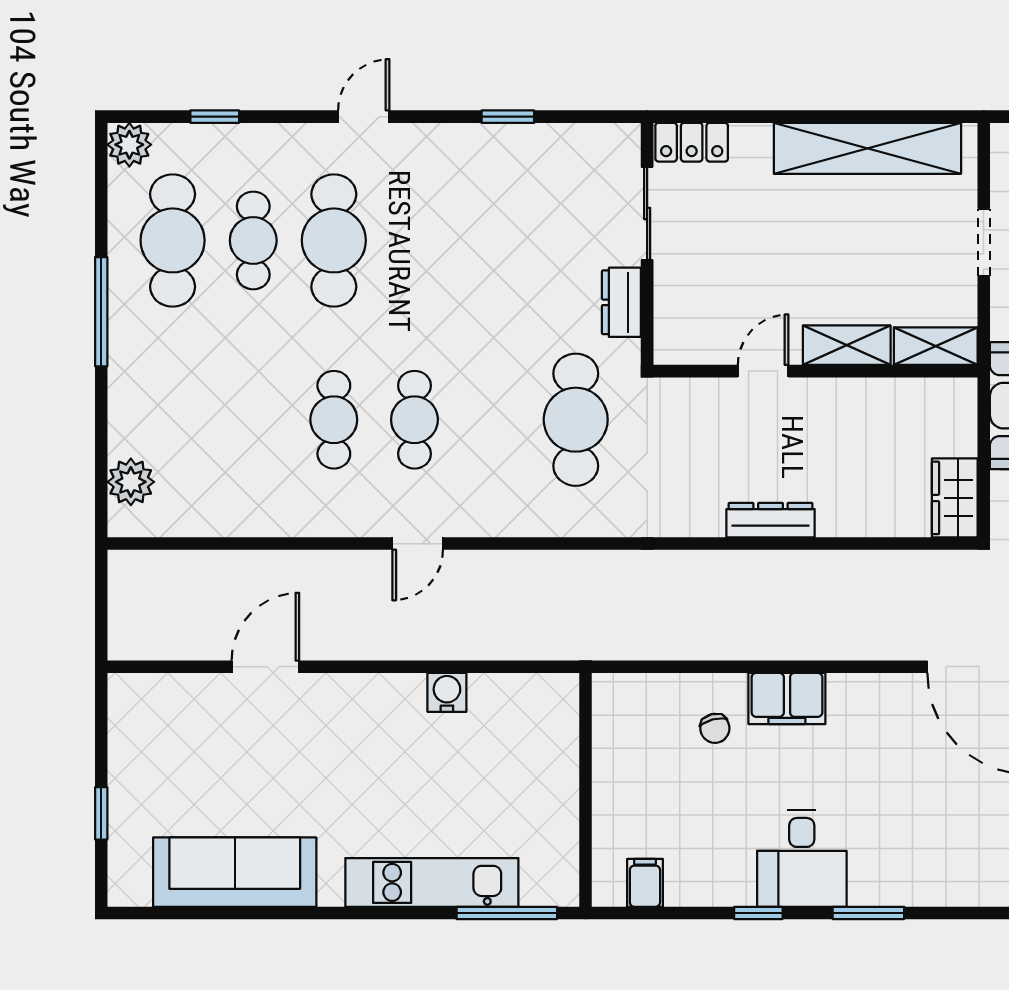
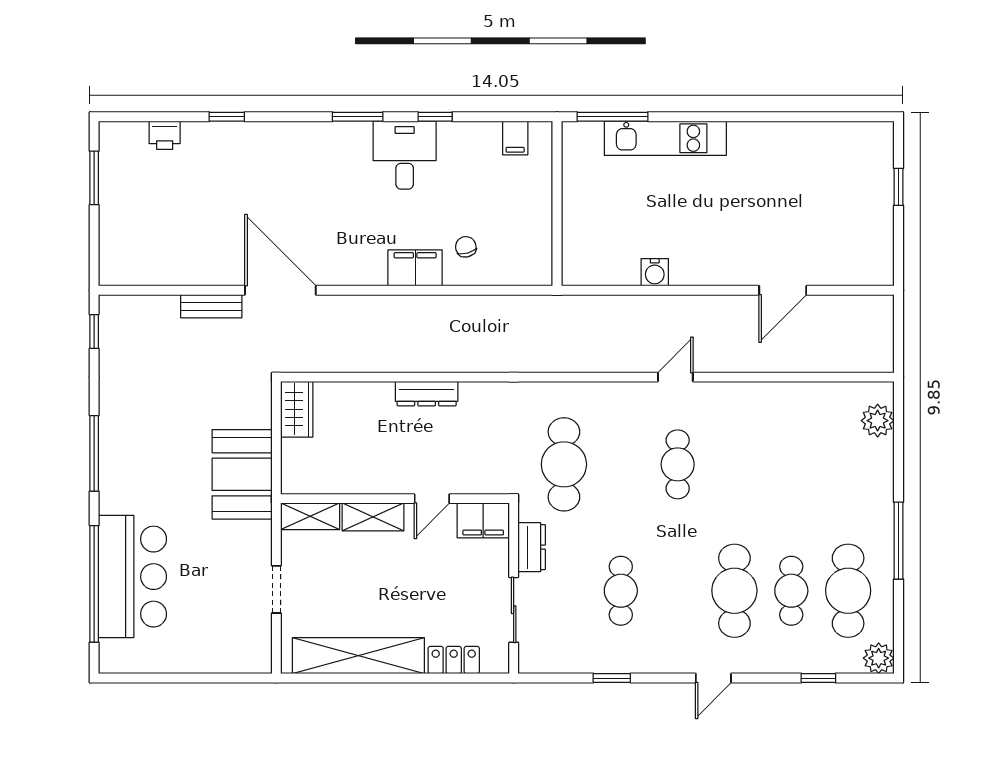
locker: (692, 142) -> (454, 660), moved
filing cabinet: (690, 340) -> (483, 520), added
cafe table: (334, 420) -> (621, 591), moved
sofa: (235, 872) -> (804, 146), removed

